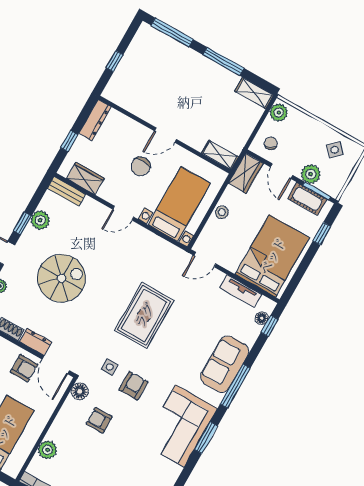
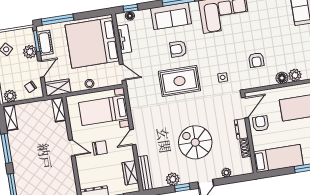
bench: (66, 191) -> (145, 173), width x1.36
door: (123, 213) -> (133, 137), swing flipped
window: (322, 234) -> (58, 20), width x2.17
bed: (272, 256) -> (92, 43), width x1.36
armchair: (133, 386) -> (178, 49), moved
floor lamp: (80, 391) -> (282, 78), moved

